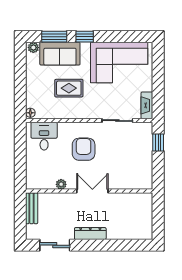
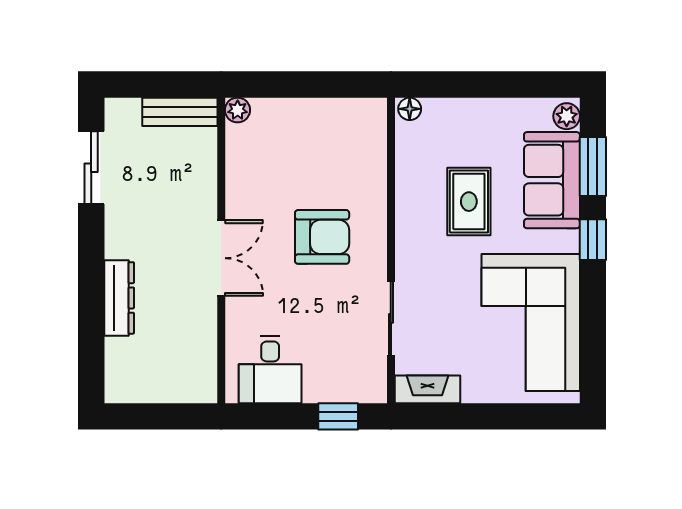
desk: (44, 136) -> (270, 370), moved, turned 90
plant: (61, 184) -> (238, 110), moved
dresser: (90, 234) -> (119, 298), moved

